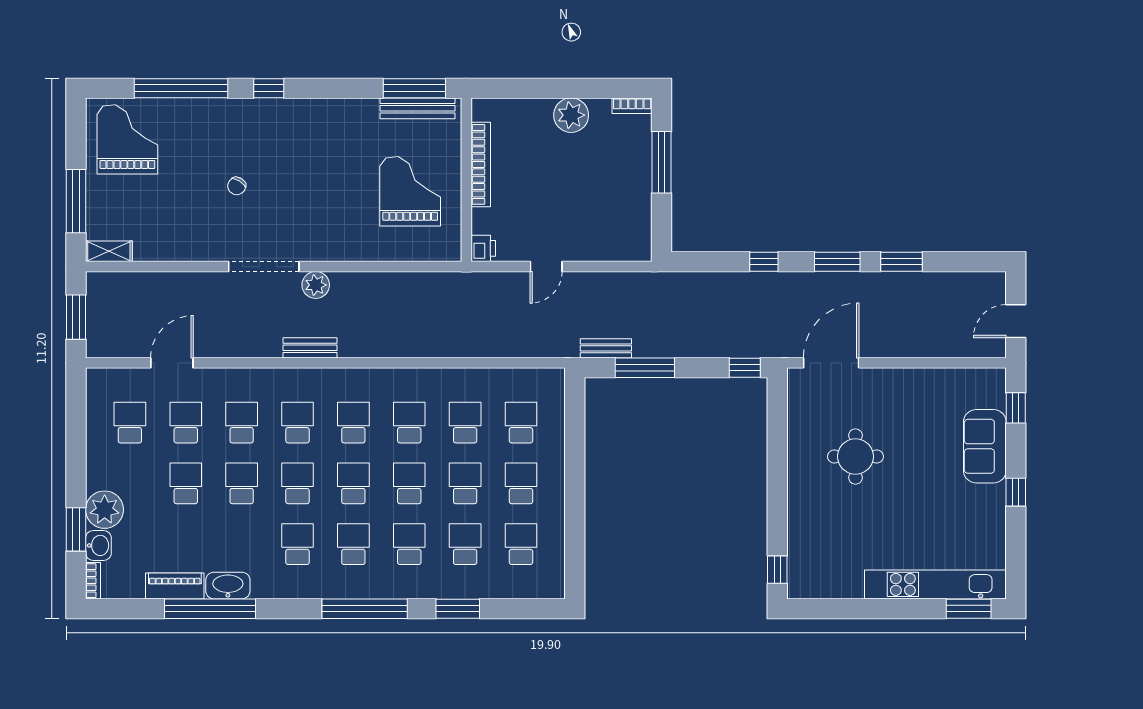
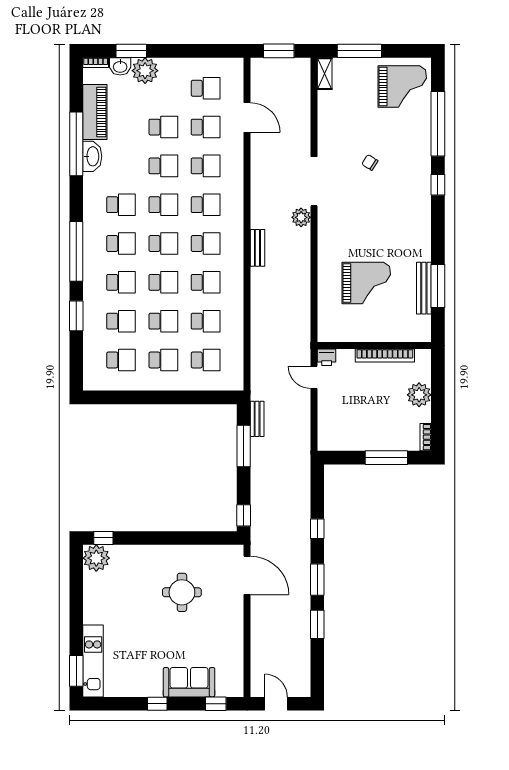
bookcase: (481, 164) -> (385, 355), moved
wall: (466, 180) -> (374, 345), moved
printer: (483, 248) -> (327, 357), moved
bench: (310, 348) -> (257, 248), moved
plant: (806, 580) -> (96, 558), added
kitchen unit: (935, 584) -> (93, 661), width x0.73
piano: (175, 586) -> (95, 112), width x1.37, depth x1.33

